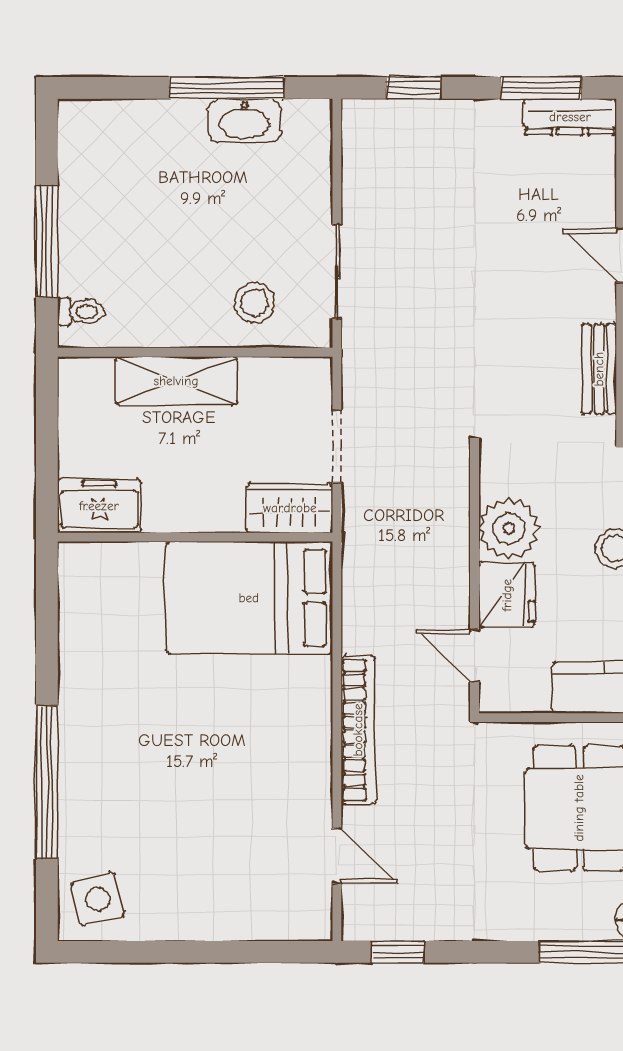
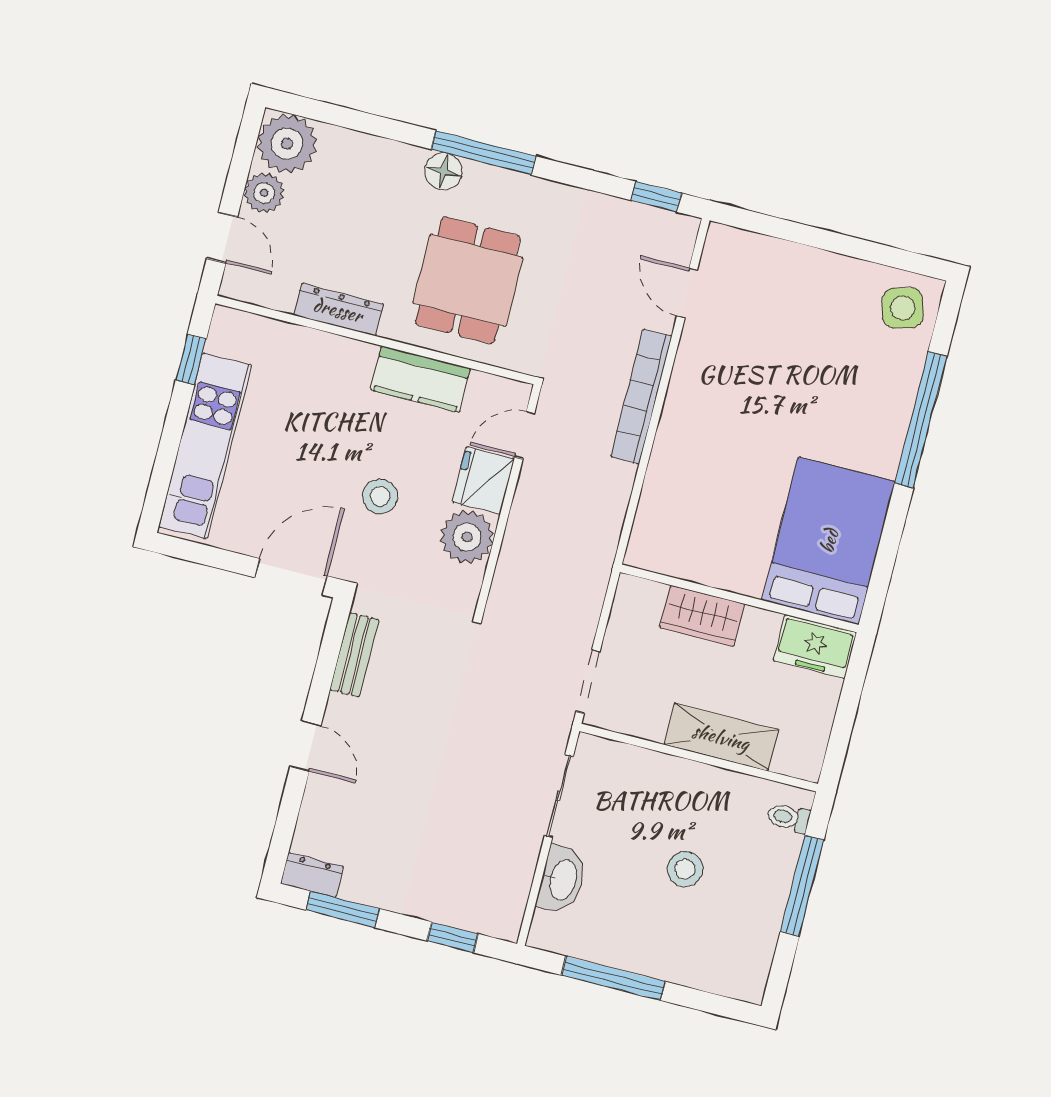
dresser: (570, 117) -> (312, 875), width x0.70
washbasin: (245, 121) -> (562, 880), moved, turned 90
stool: (255, 303) -> (685, 869), moved
doorway: (337, 446) -> (588, 681), moved
wardrobe: (290, 508) -> (702, 616), moved
bed: (249, 598) -> (829, 541), moved, turned -90
door: (474, 656) -> (525, 435), swing flipped

